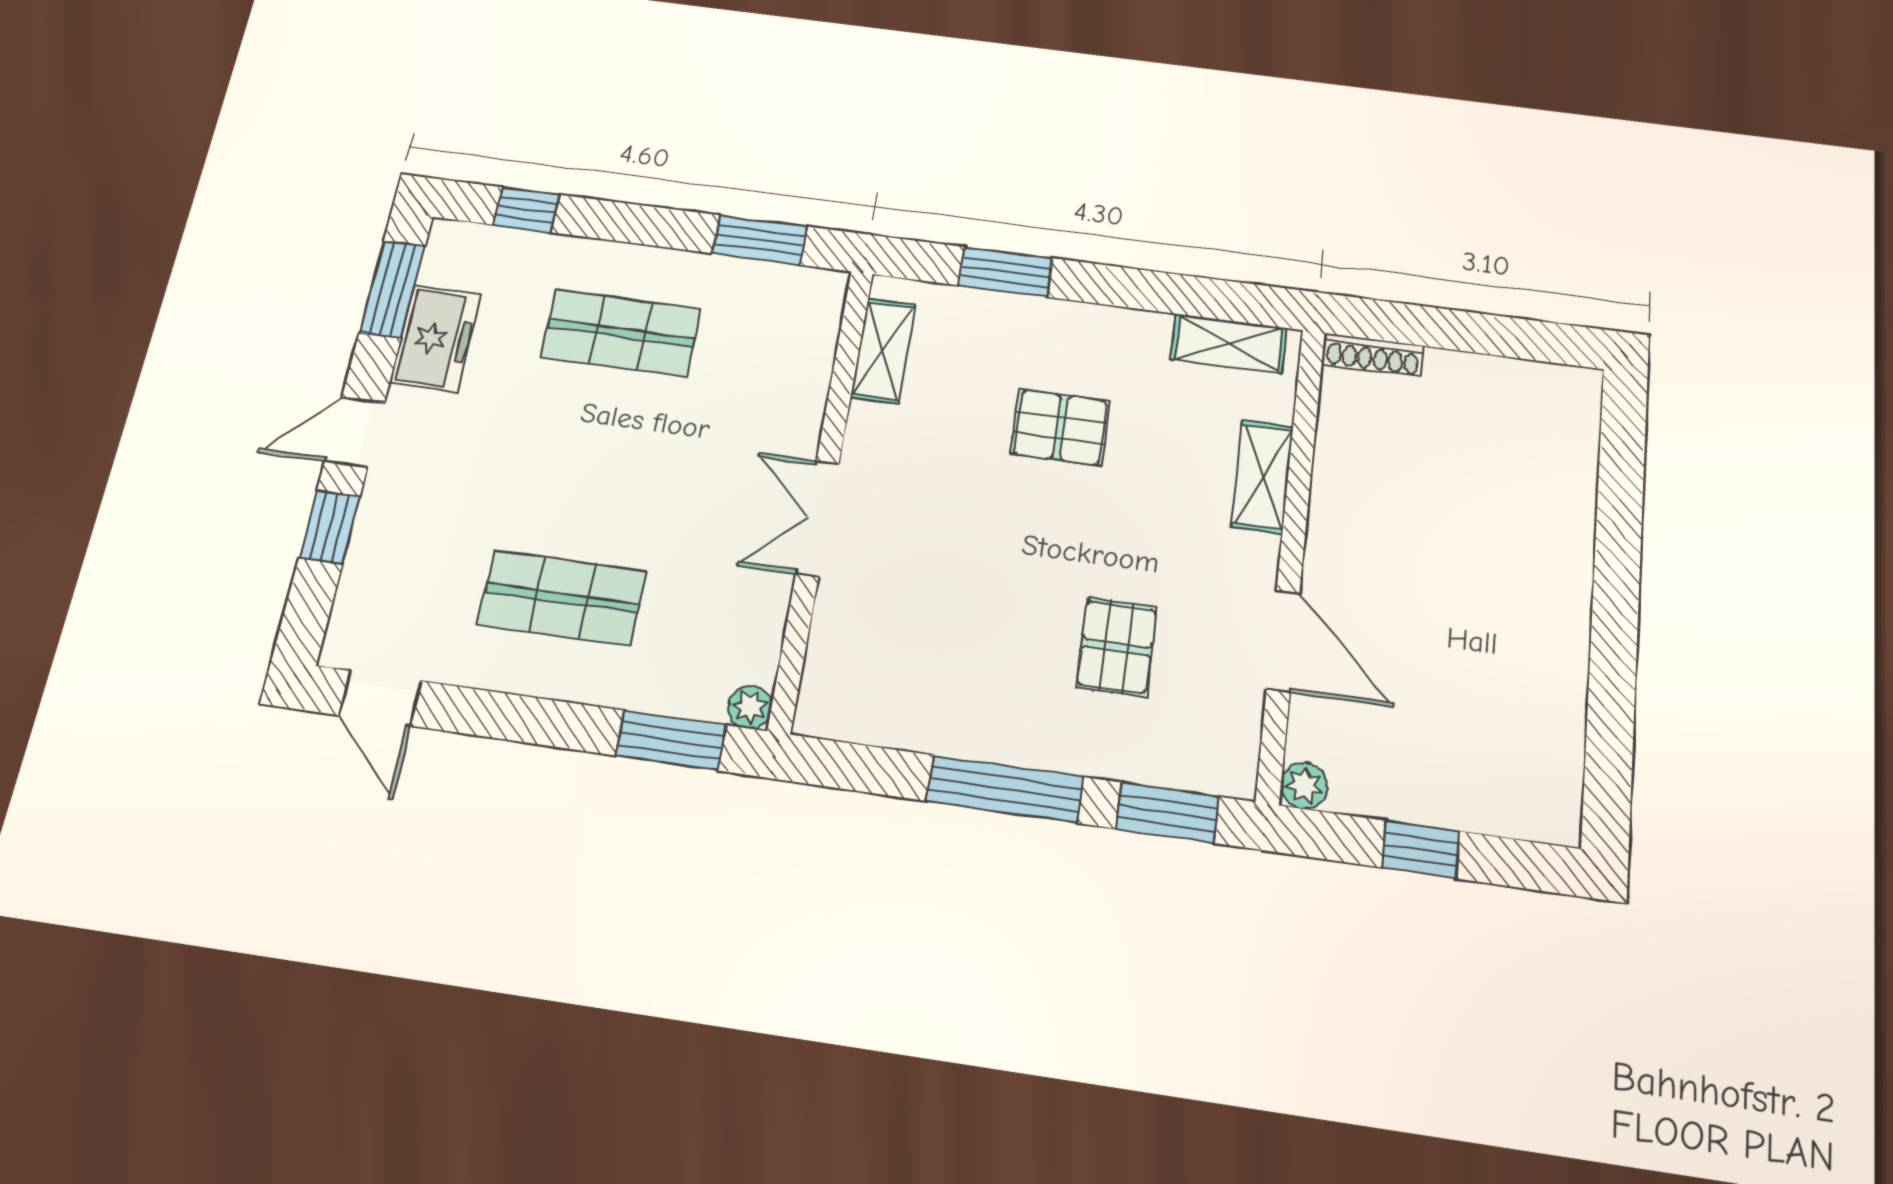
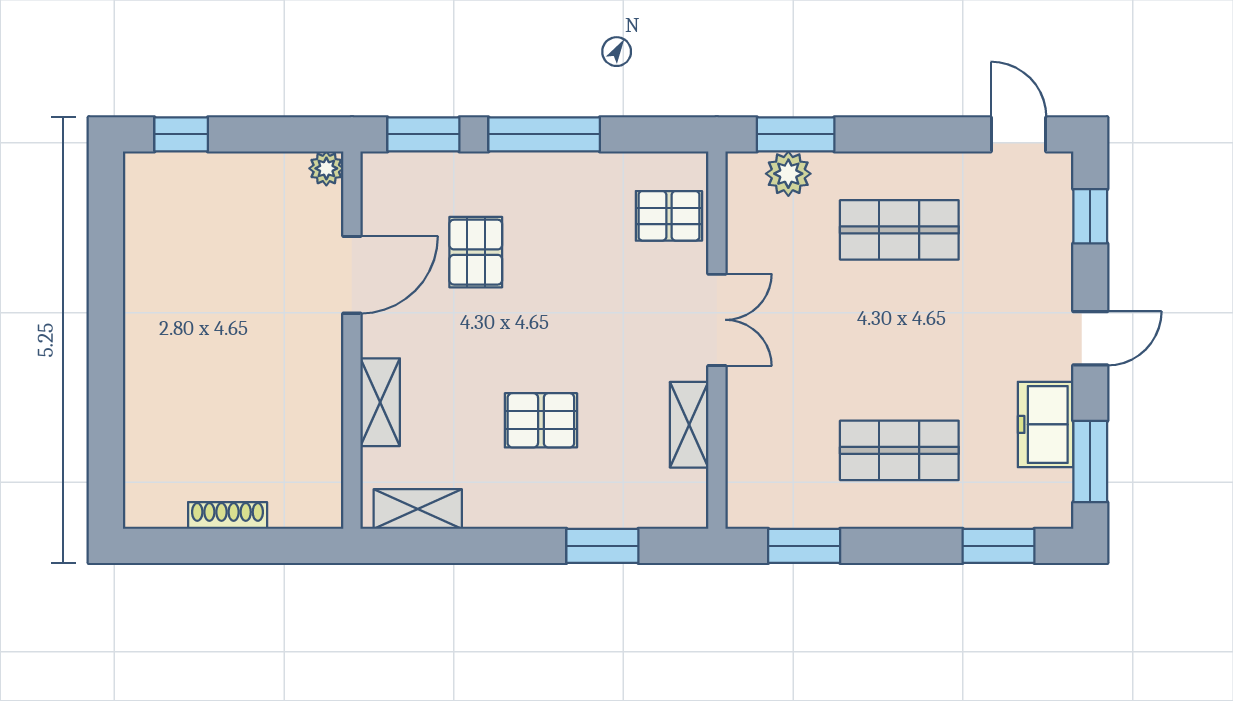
window: (526, 210) -> (998, 546), width x1.50
shelving: (883, 351) -> (689, 425), moved
shoe rack: (1373, 355) -> (228, 515), moved
window: (330, 527) -> (1090, 216), moved
door: (1283, 641) -> (352, 275), swing flipped
pallet: (856, 658) -> (669, 216), added
plant: (750, 707) -> (788, 174), moved, width x1.38, depth x1.38
window: (1420, 849) -> (181, 134), moved

